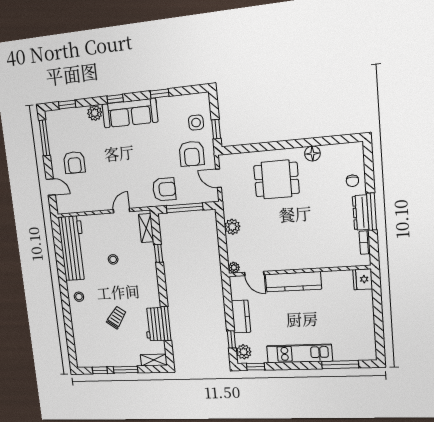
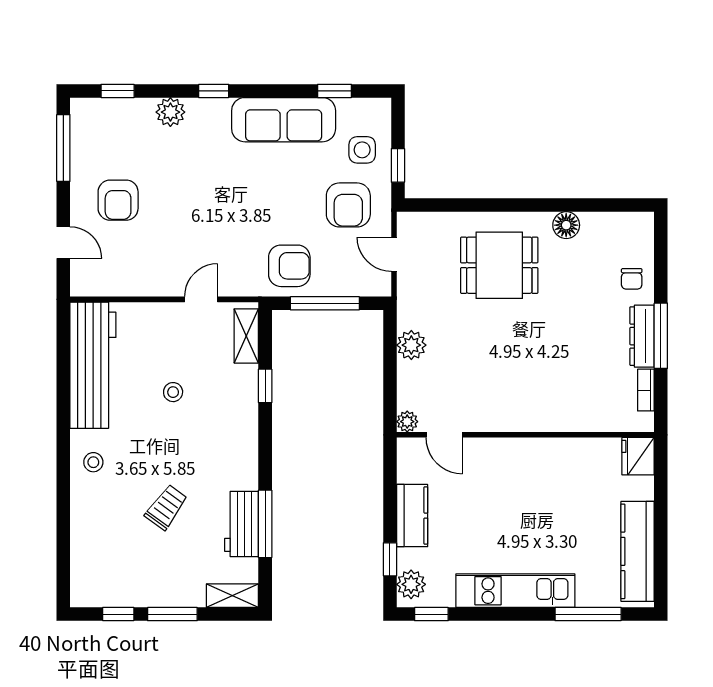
window: (160, 94) -> (334, 91), moved
sofa: (130, 113) -> (284, 120), moved
kitchen counter: (293, 282) -> (638, 551), moved, turned 90

